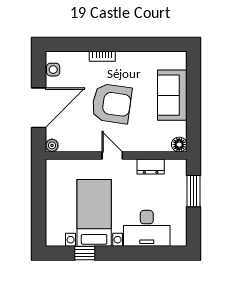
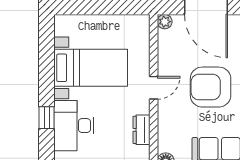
armchair: (112, 104) -> (211, 87), turned 82
window: (85, 253) -> (47, 118), moved

